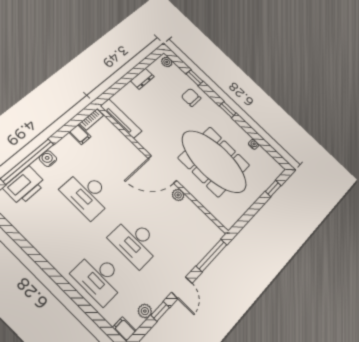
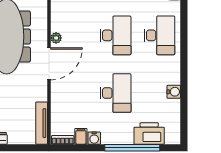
water cooler: (48, 159) -> (94, 138), moved
door: (162, 169) -> (49, 64), hinge flipped
water cooler: (38, 241) -> (174, 92), added

